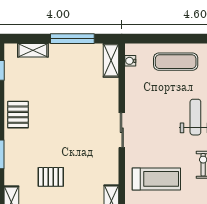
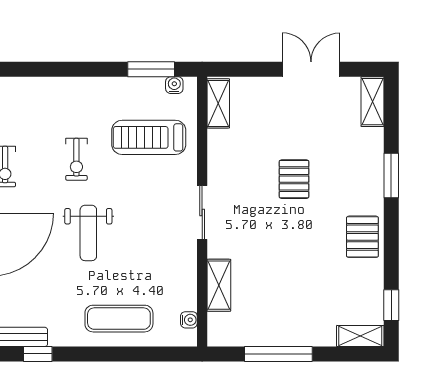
shelving: (33, 50) -> (360, 336), moved
shelving: (111, 60) -> (219, 285), moved
pallet: (51, 177) -> (294, 179), moved, turned 90

